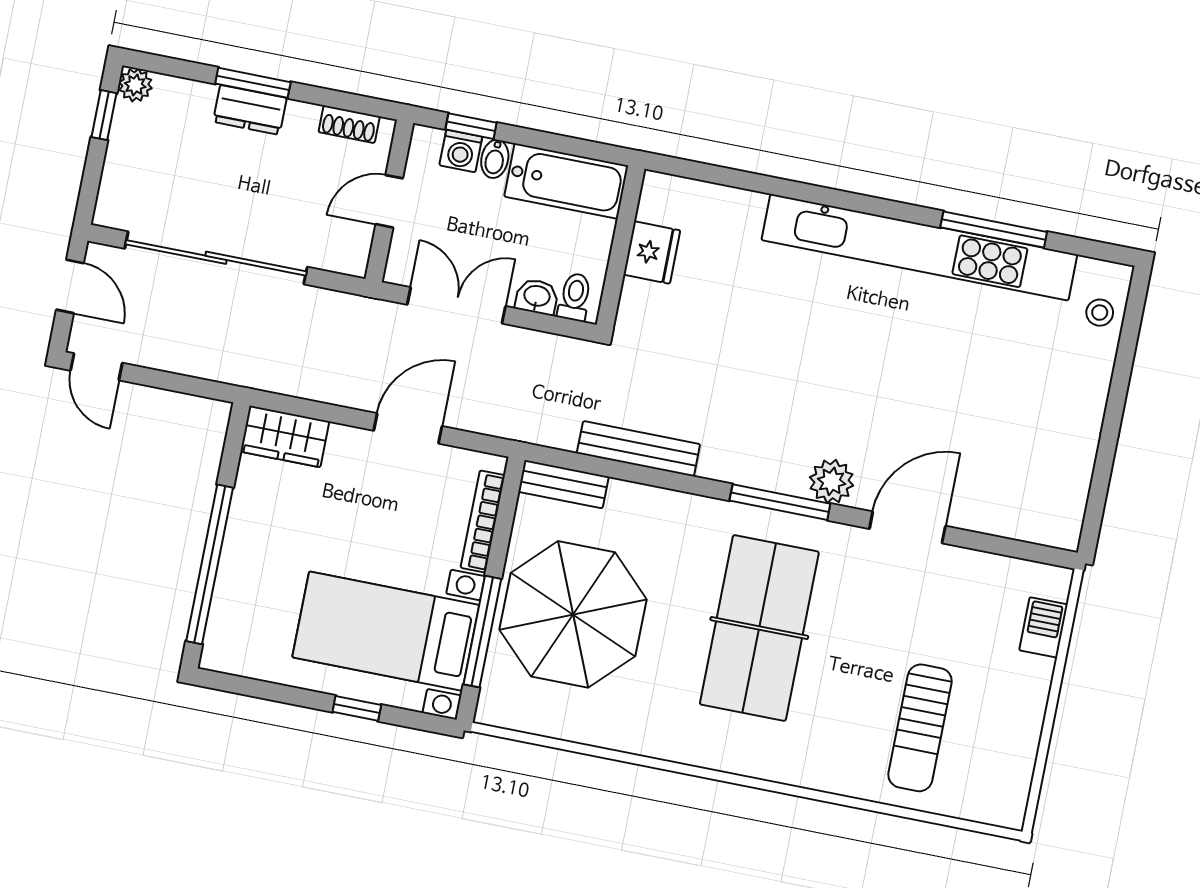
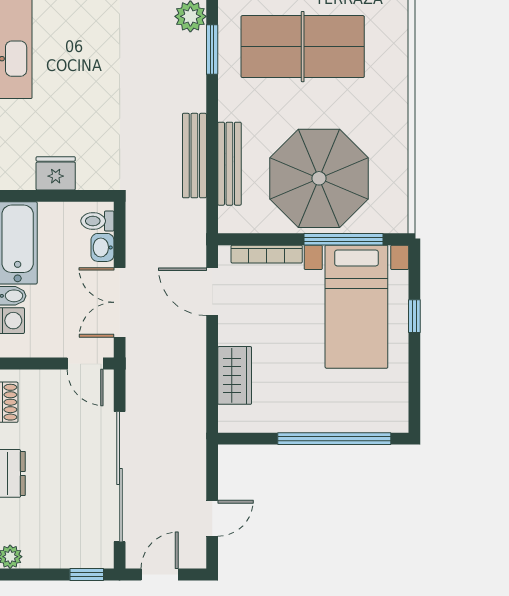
window: (104, 115) -> (87, 574), moved
door: (389, 201) -> (85, 364), moved
door: (96, 367) -> (212, 518), moved
door: (408, 428) -> (212, 292), moved
wardrobe: (285, 436) -> (235, 375), moved
bench: (563, 484) -> (229, 164), moved, width x1.36
window: (780, 502) -> (212, 50), width x0.69

